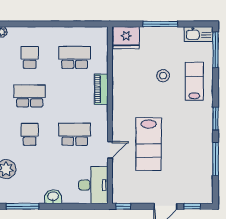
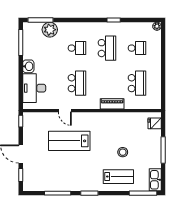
fridge: (126, 38) -> (155, 123), width x0.53, depth x0.75
desk: (93, 185) -> (34, 88), moved, turned 90

